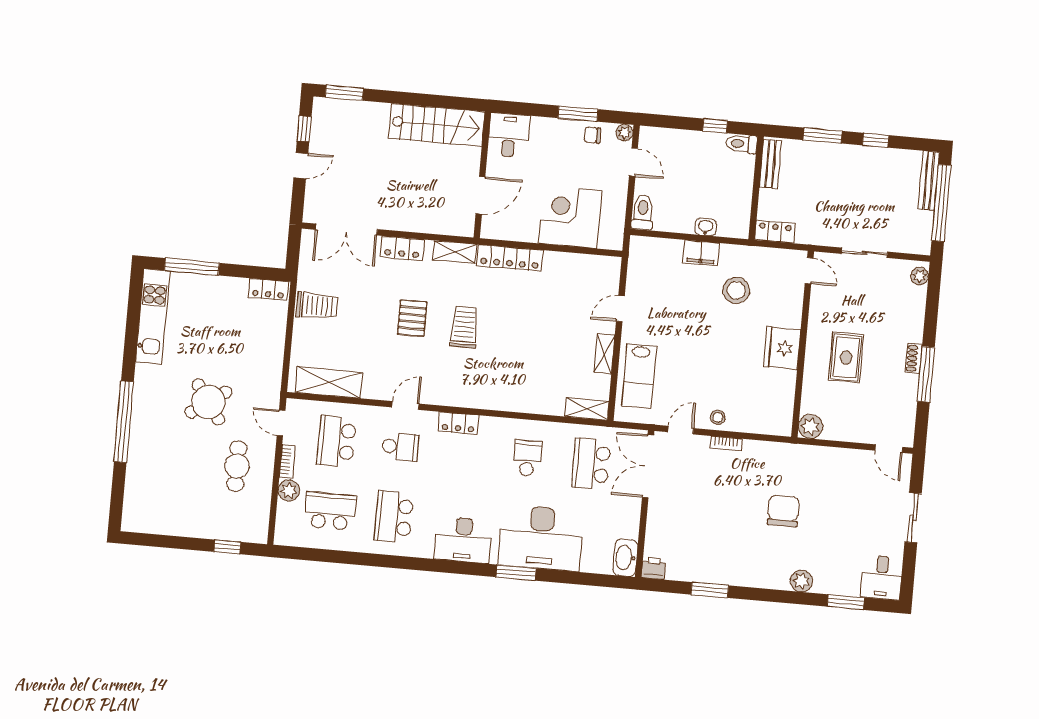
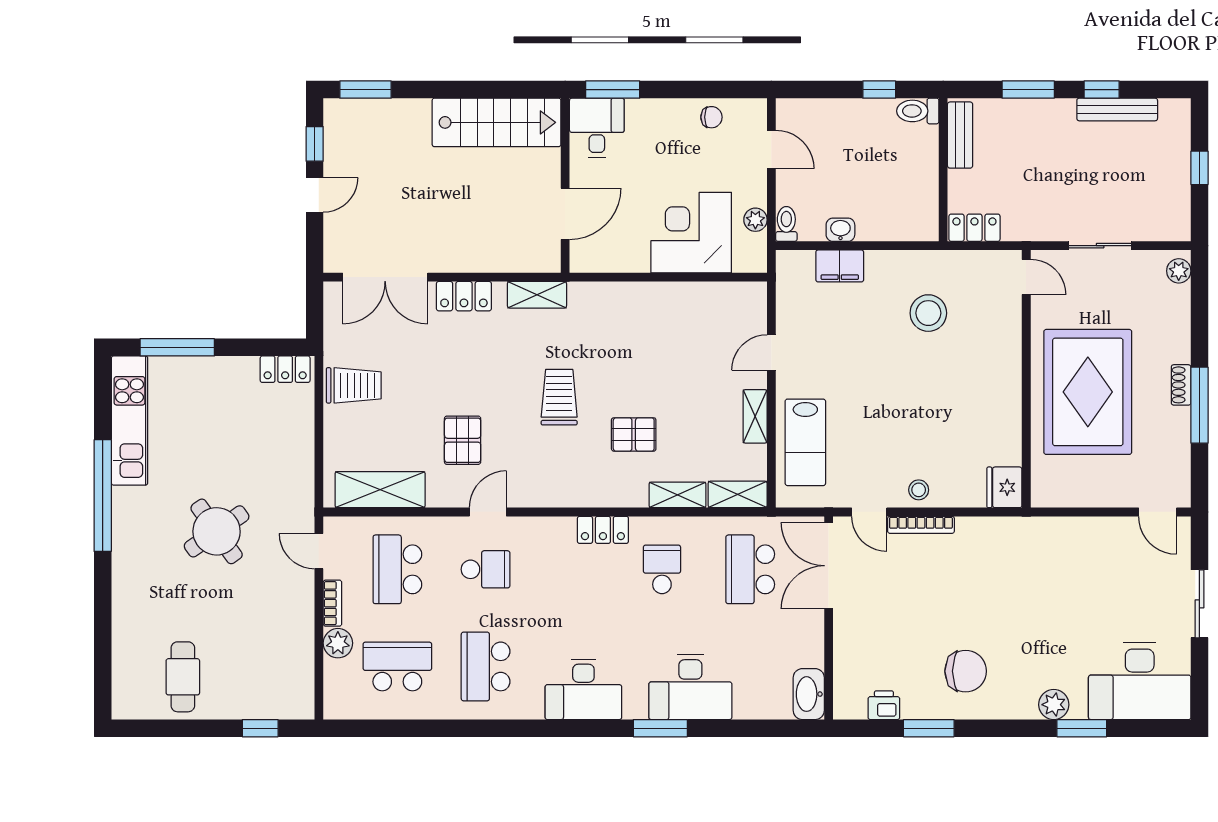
window: (578, 114) -> (613, 90), moved
plant: (624, 133) -> (755, 220), moved
chair: (592, 135) -> (711, 117), turned 180
bench: (929, 181) -> (1117, 109), moved, turned 90
window: (941, 203) -> (1199, 168), width x0.32
toilet: (643, 212) -> (786, 224), width x0.73, depth x0.72
washbasin: (706, 227) -> (840, 230), moved
filing cabinet: (701, 253) -> (840, 266), moved
locker: (510, 258) -> (613, 296), removed
pallet: (412, 318) -> (463, 440), moved
fridge: (782, 348) -> (1004, 487), moved, width x0.73, depth x0.75
rug: (846, 358) -> (1088, 392), width x1.86, depth x2.06
pallet: (516, 359) -> (634, 434), added
shelving: (543, 405) -> (678, 495), added
window: (124, 422) -> (103, 496), moved
locker: (458, 423) -> (603, 530), moved
plant: (810, 426) -> (1047, 491), removed
door: (681, 430) -> (869, 512), swing flipped
bookcase: (726, 443) -> (921, 525), width x1.56
cafe table: (237, 466) -> (183, 677), moved
chair: (783, 511) -> (966, 671), moved, turned 90
desk: (541, 538) -> (690, 687), width x0.73, depth x0.77
printer: (653, 568) -> (884, 705), moved
desk: (882, 578) -> (1140, 681), width x1.87, depth x1.30
window: (846, 602) -> (1082, 728), moved

